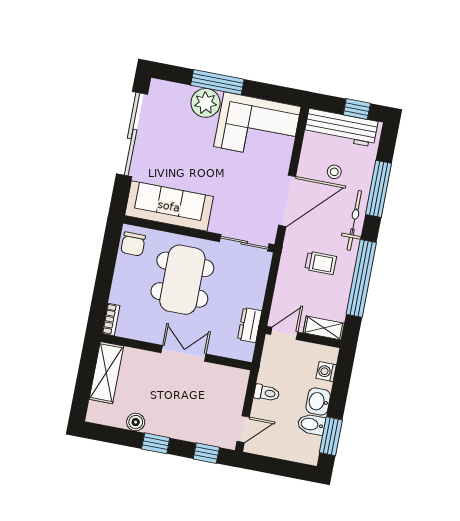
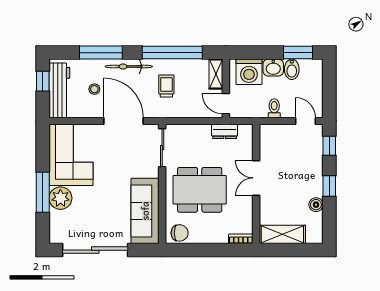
washing machine: (326, 372) -> (249, 72), width x1.89, depth x1.89

